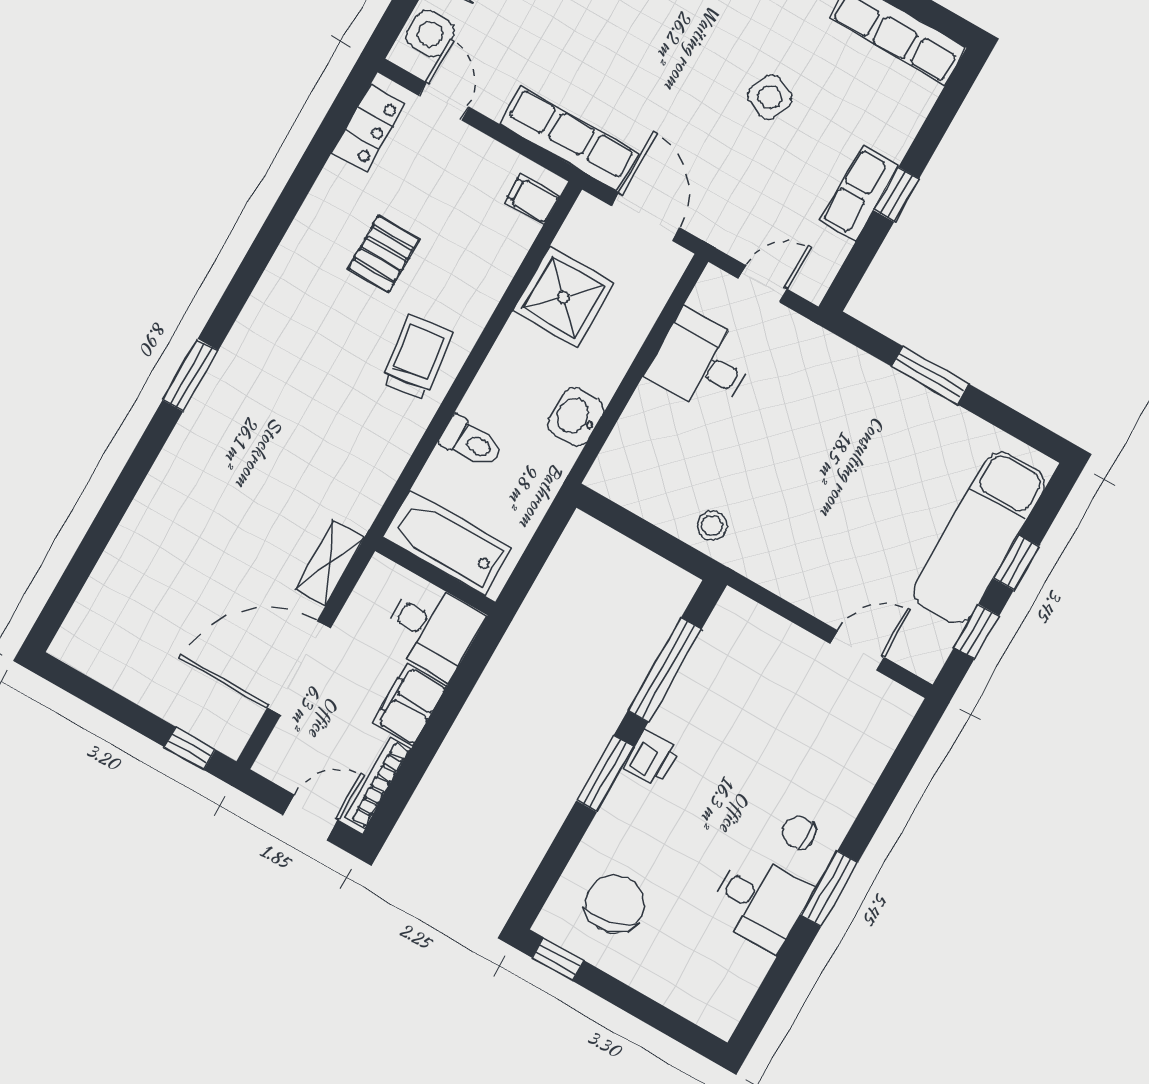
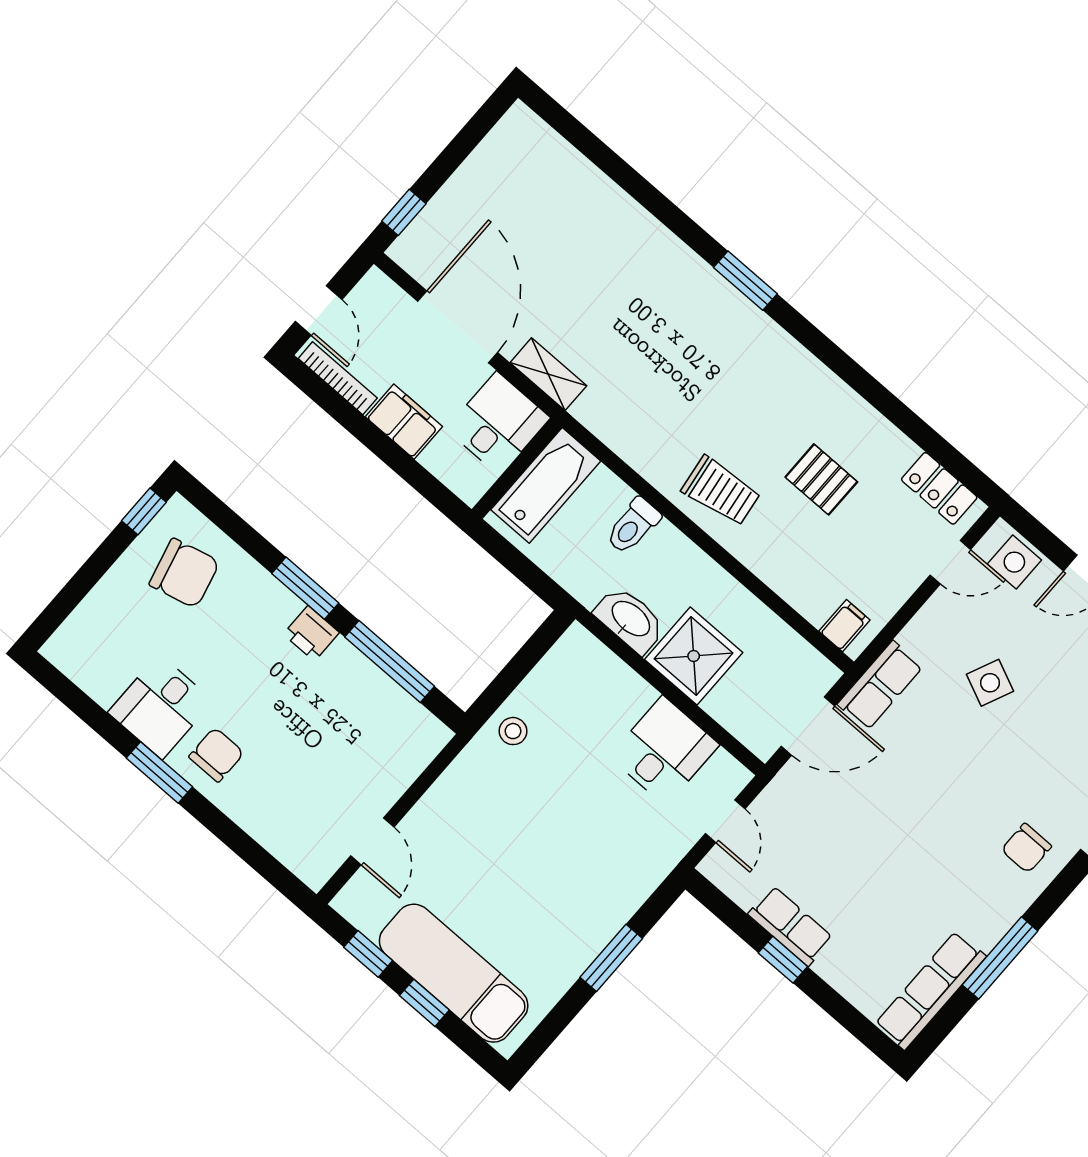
side table: (770, 97) -> (990, 683), moved
row of seats: (569, 138) -> (880, 685), width x0.68
shower: (563, 297) -> (694, 656), moved
washbasin: (576, 417) -> (630, 619), width x1.38
desk: (432, 629) -> (498, 424), moved, turned 180
chair: (799, 832) -> (216, 755), width x1.37, depth x1.37

